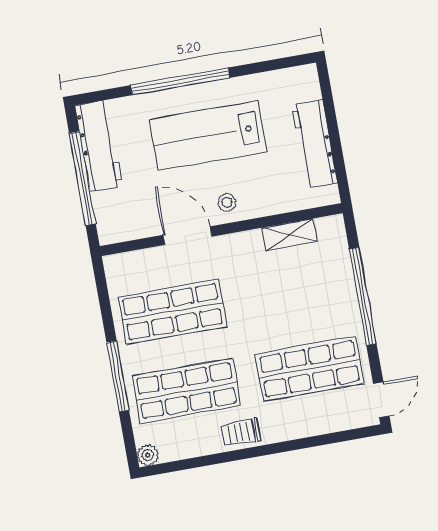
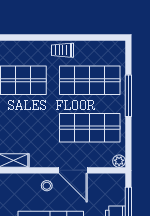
trolley: (241, 433) -> (62, 50), turned 180
plant: (148, 455) -> (119, 161), moved

